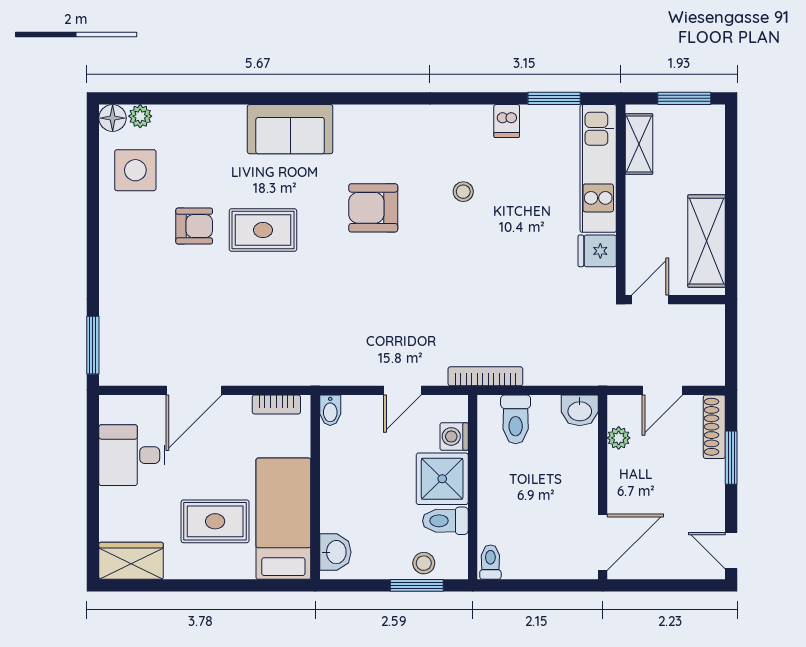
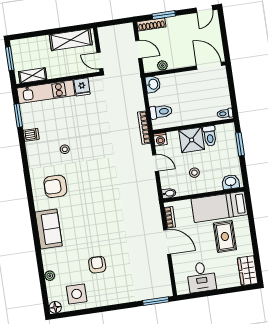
plant: (140, 116) -> (50, 276), moved
armchair: (373, 208) -> (55, 186), moved, turned 90
rug: (263, 230) -> (94, 234), removed
door: (194, 390) -> (167, 242), moved
washing machine: (454, 436) -> (160, 139), moved
stool: (424, 563) -> (194, 173), moved

